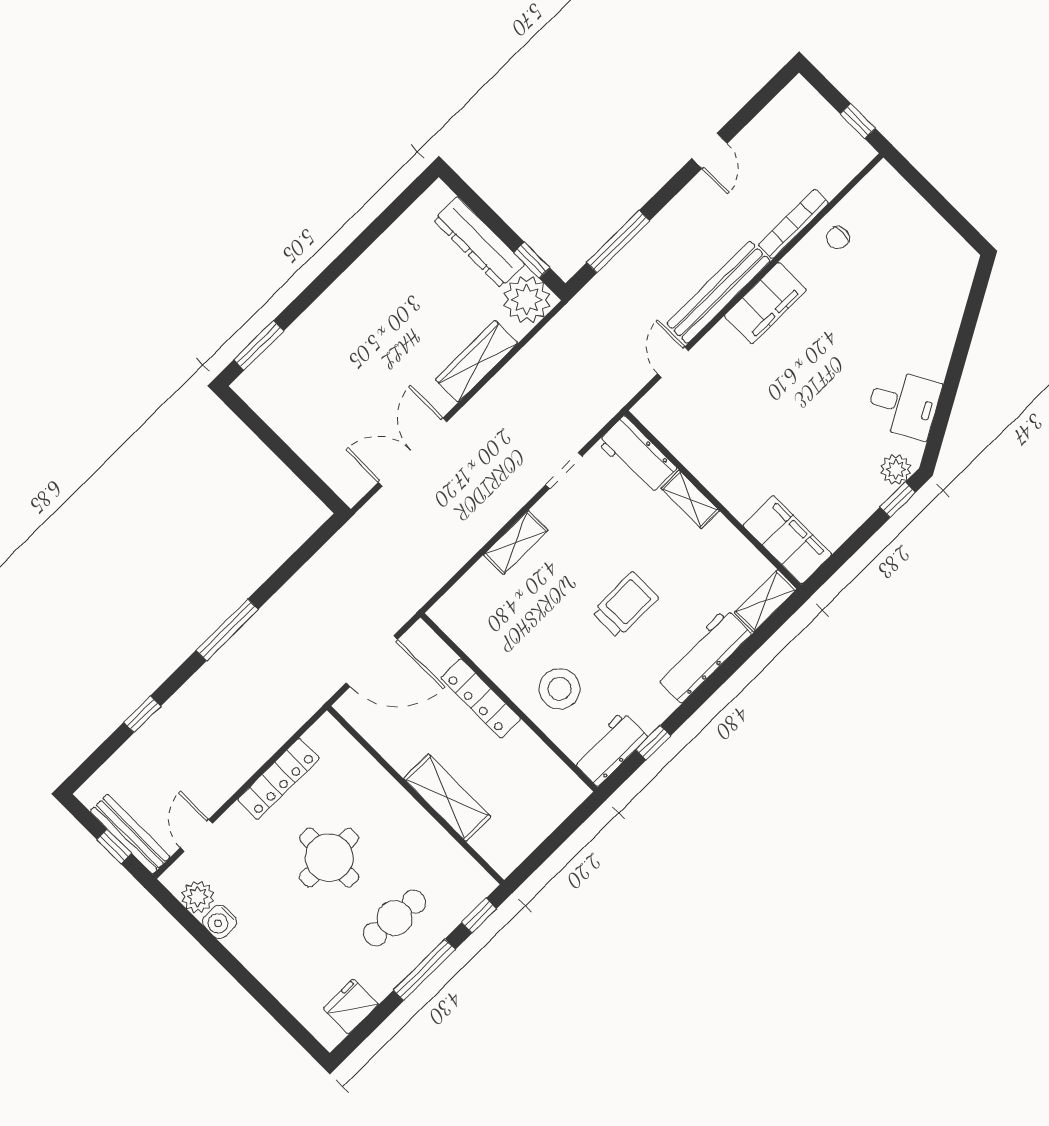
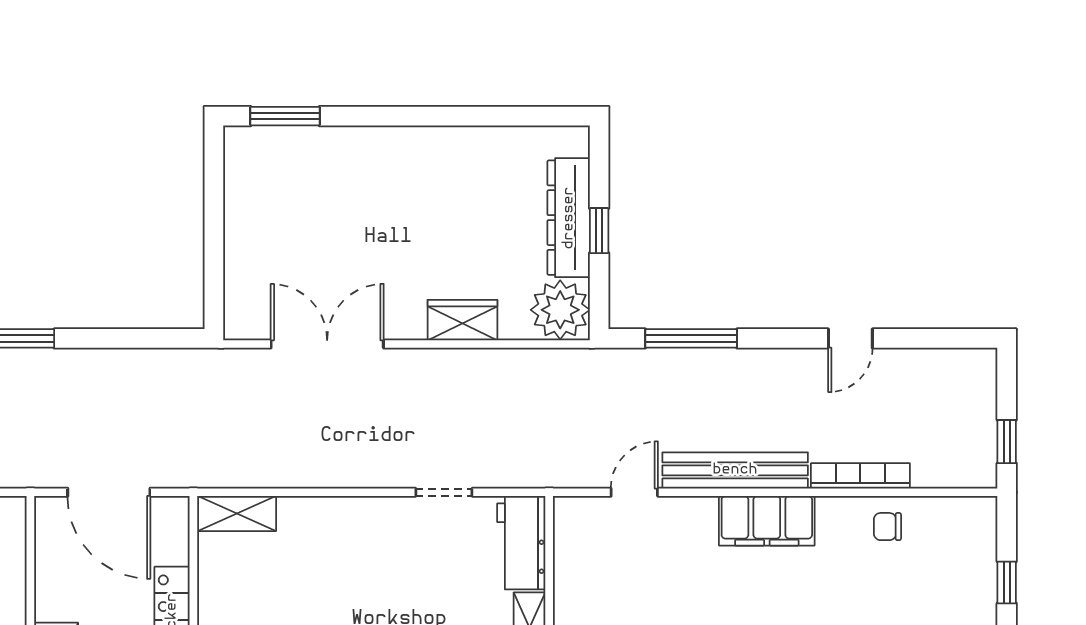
window: (938, 202) -> (1007, 582), added
window: (532, 260) -> (599, 231), moved
wardrobe: (477, 361) -> (462, 320), width x0.67
shelving: (516, 543) -> (237, 514), moved

